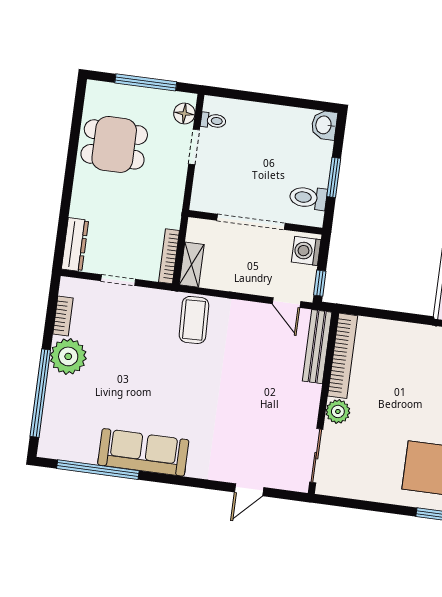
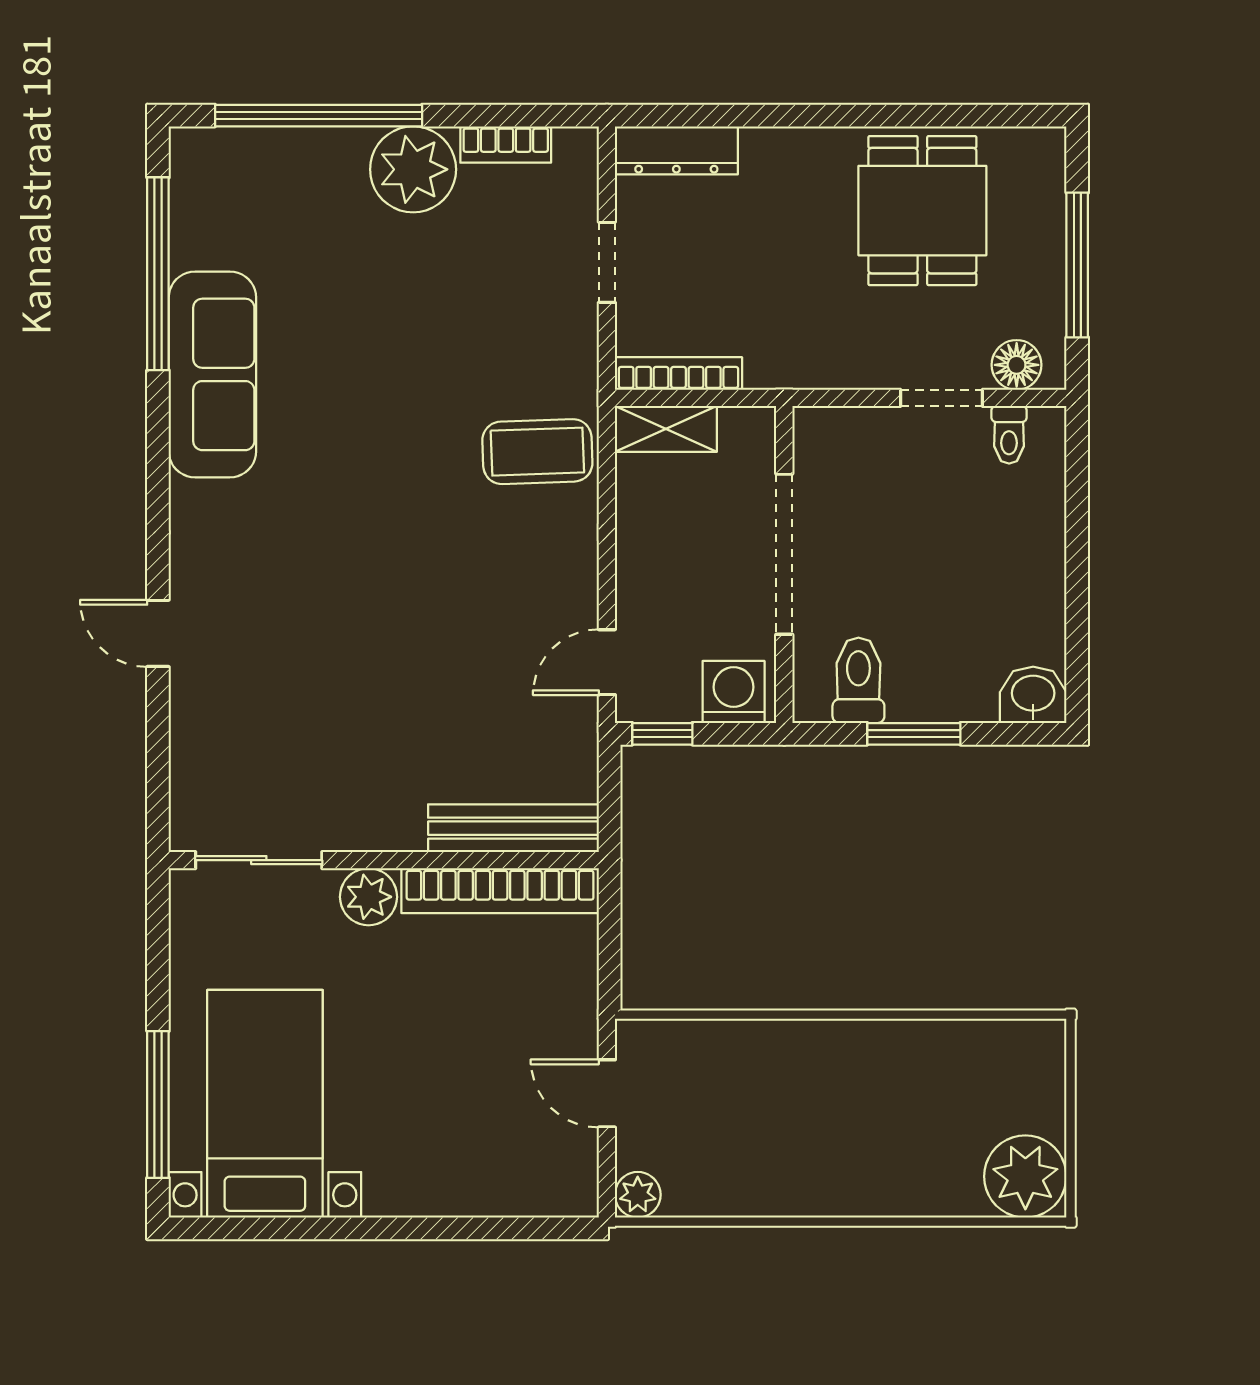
bench: (317, 347) -> (513, 828), moved
bookcase: (343, 356) -> (500, 891), moved
wall: (323, 403) -> (384, 860), moved
plant: (338, 411) -> (368, 897), moved
sliding door: (316, 456) -> (259, 860), moved

